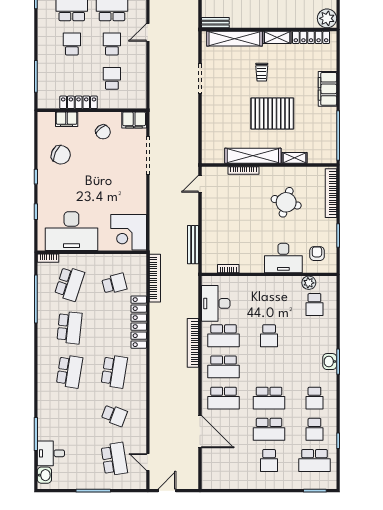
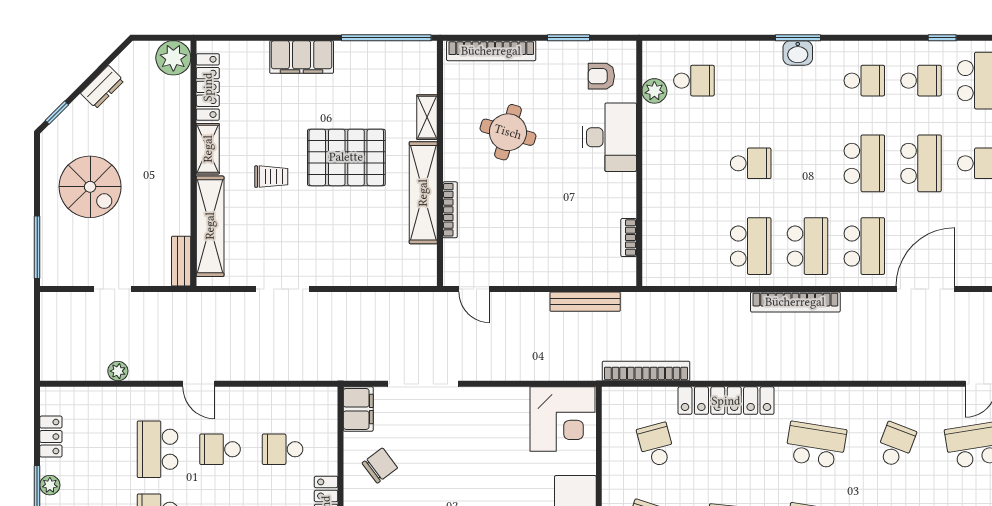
pallet: (272, 113) -> (346, 157), turned 90
desk: (216, 303) -> (692, 260), removed
bookcase: (193, 343) -> (795, 302), moved

